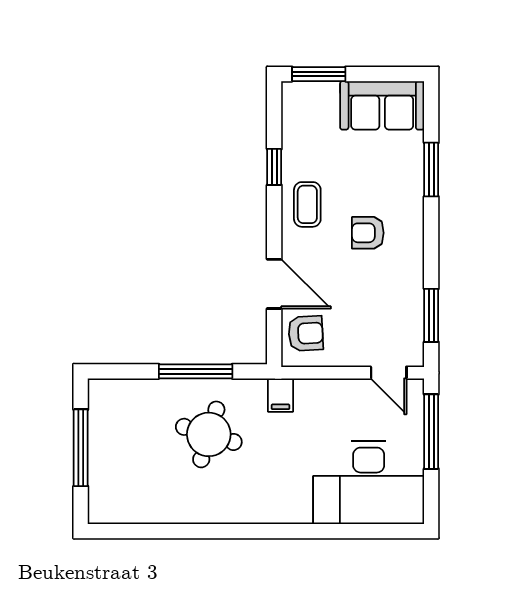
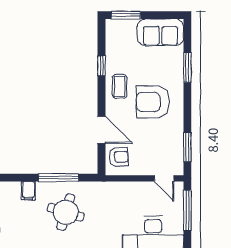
armchair: (368, 233) -> (153, 102), width x1.88, depth x1.88
filing cabinet: (280, 395) -> (28, 191), moved

